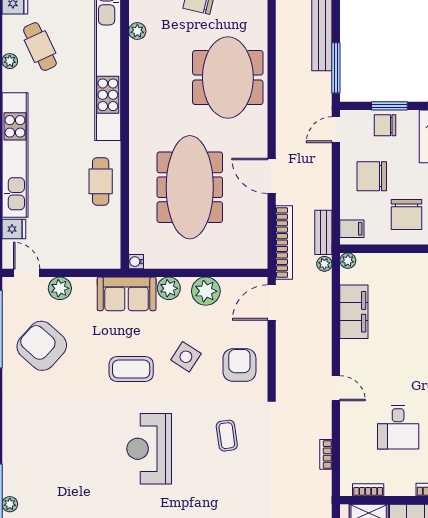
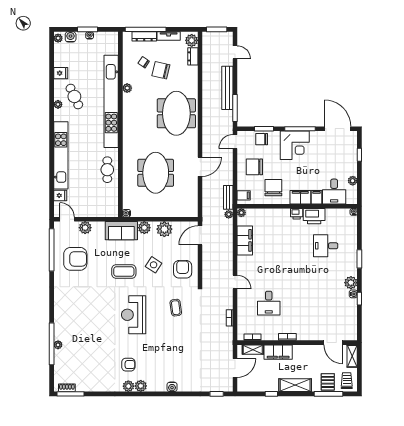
door: (272, 176) -> (200, 167), swing flipped
meeting table: (190, 187) -> (156, 173), width x0.73
chair: (407, 214) -> (273, 188), turned 180
bookcase: (284, 243) -> (207, 203), removed
armchair: (42, 346) -> (75, 259), turned 138

